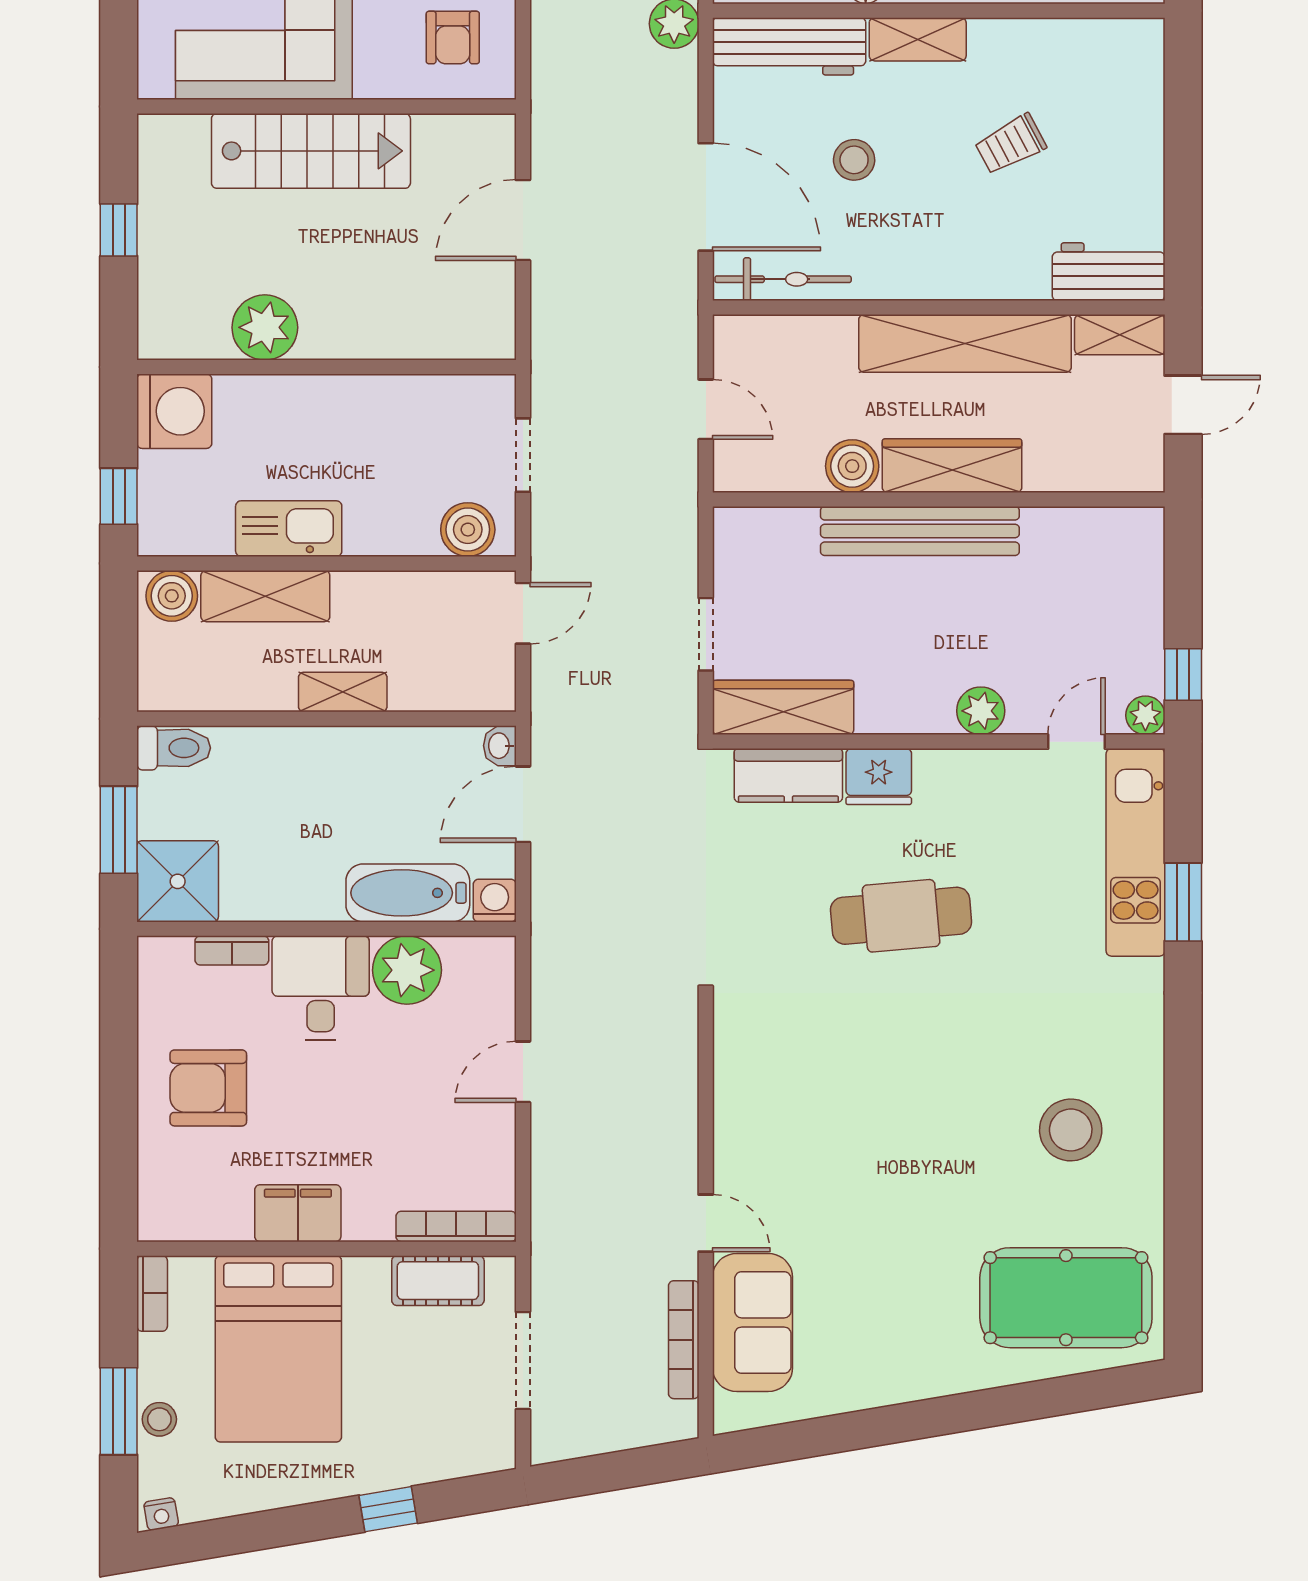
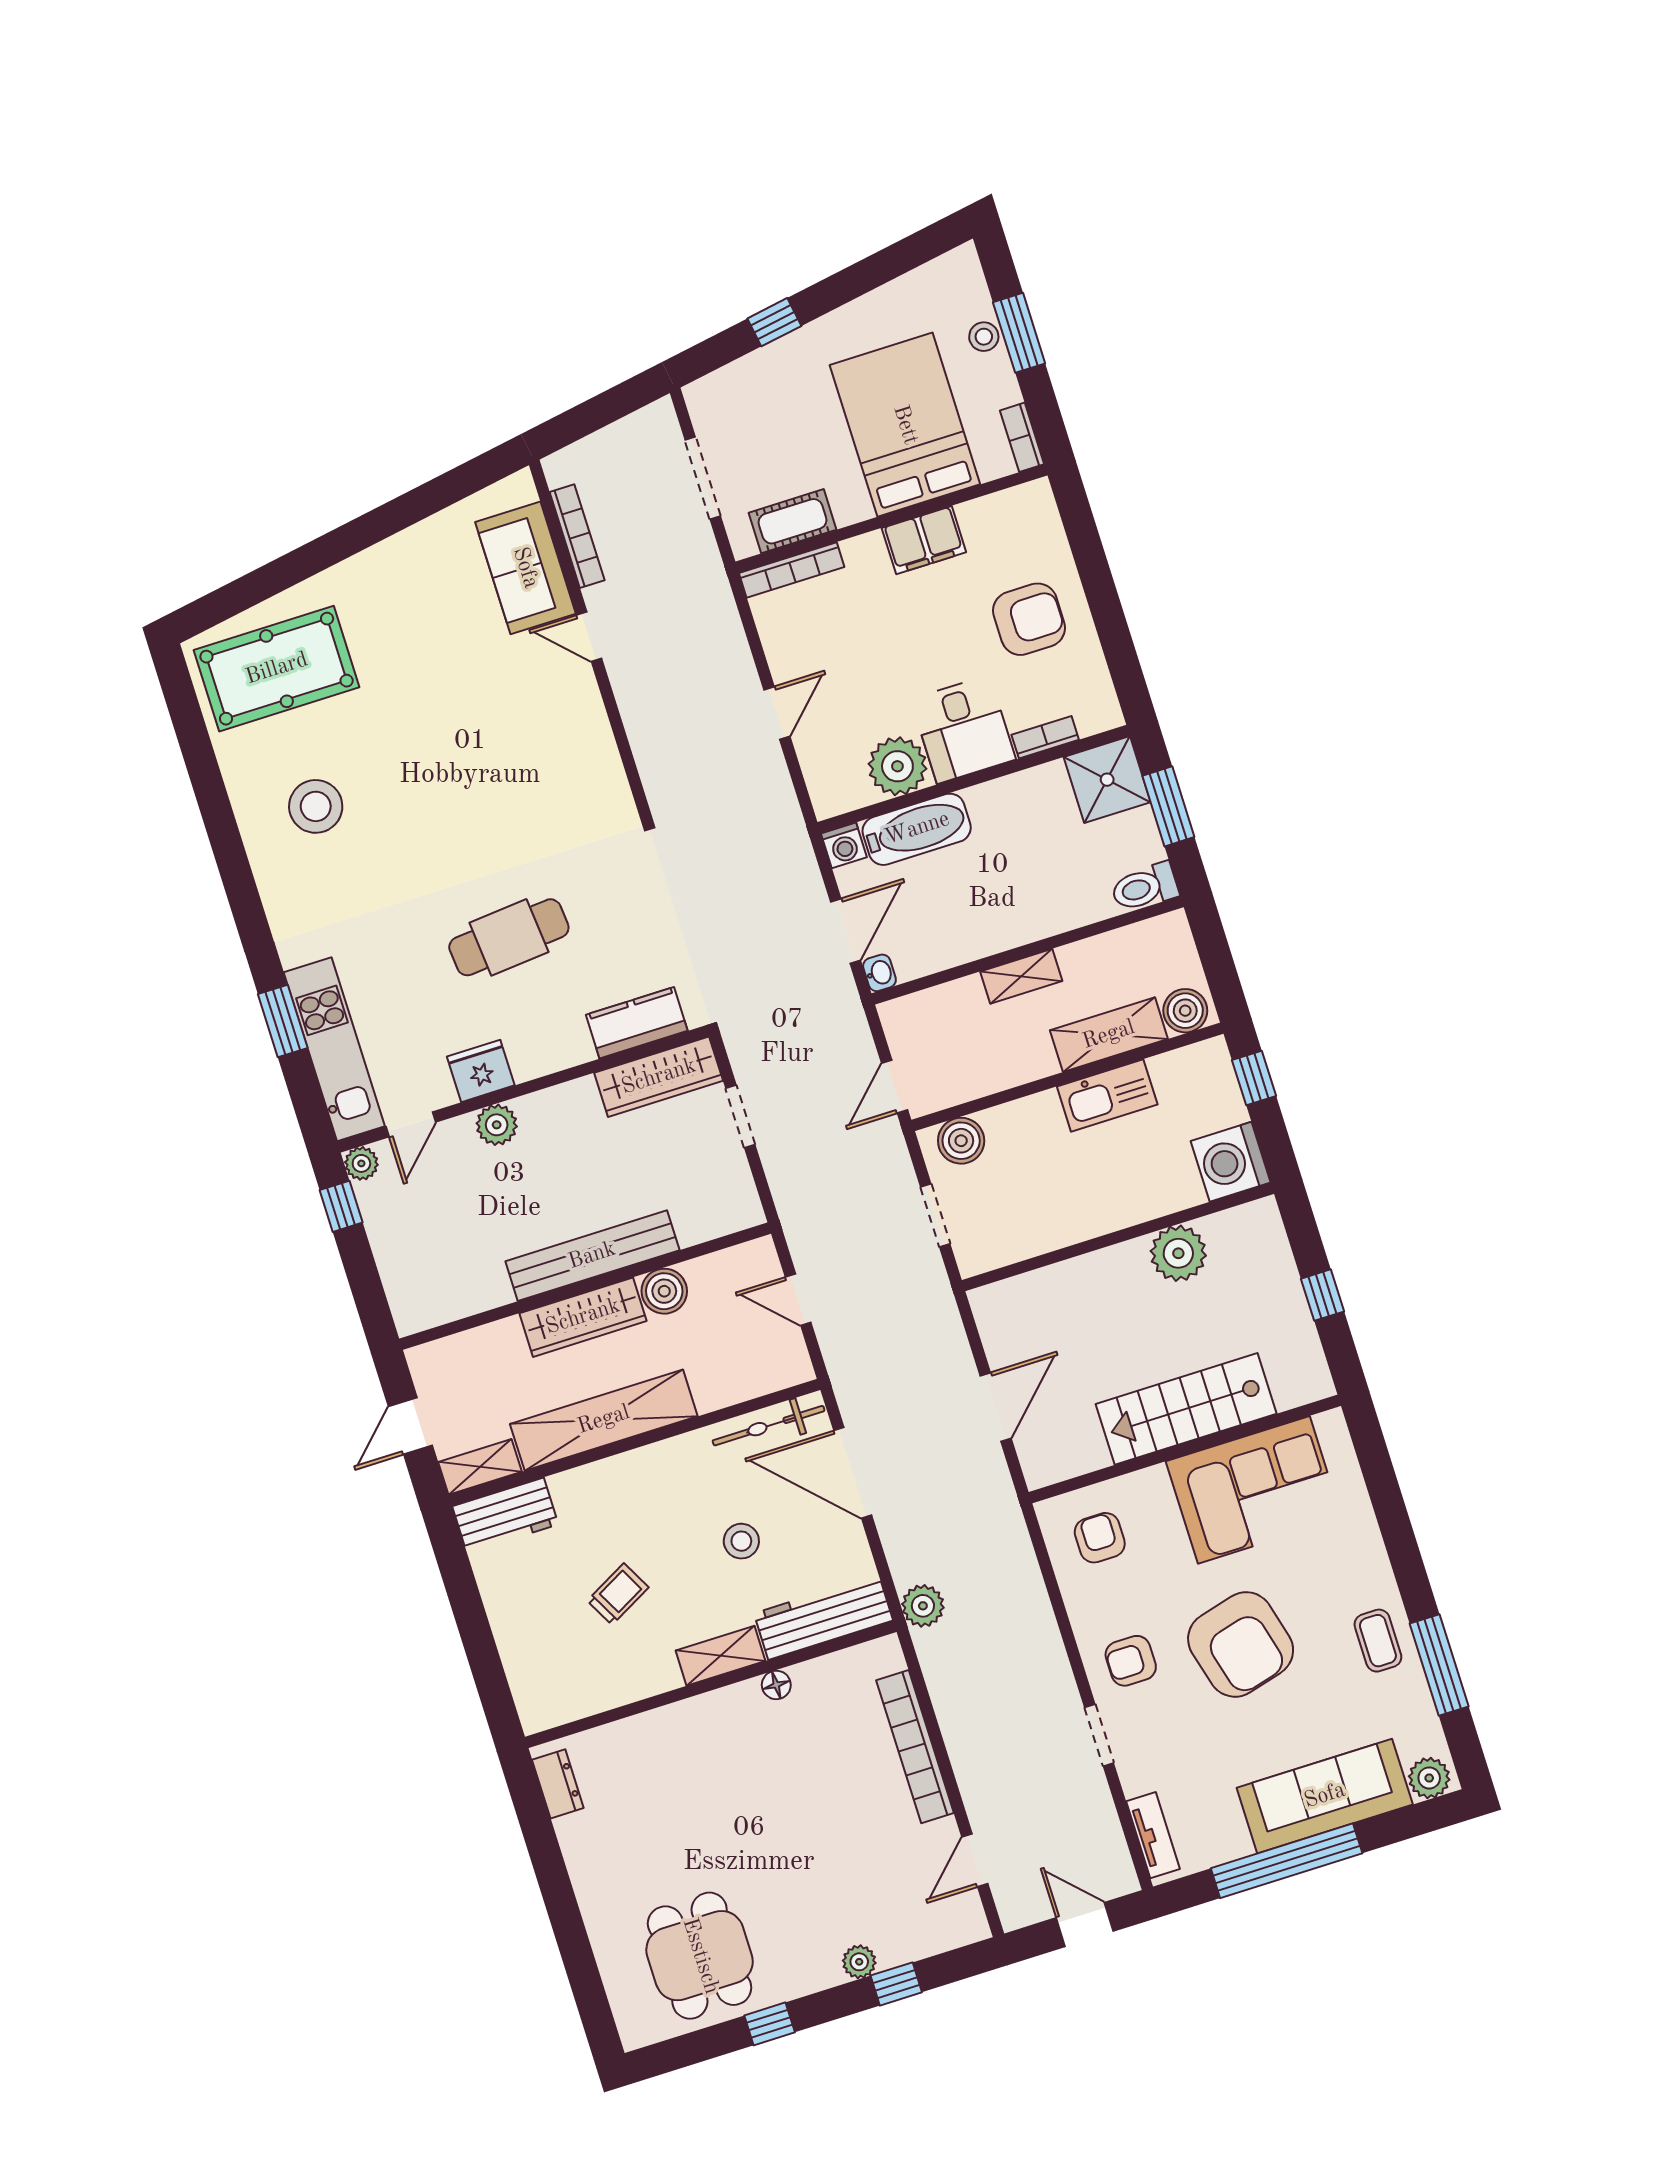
fridge: (879, 777) -> (481, 1071), moved
nightstand: (161, 1514) -> (958, 260), removed

